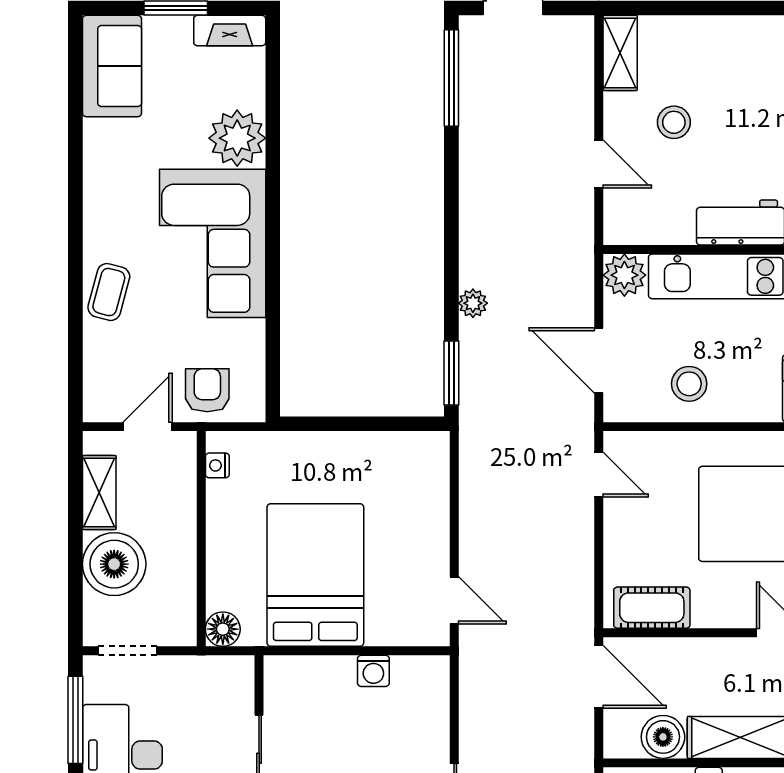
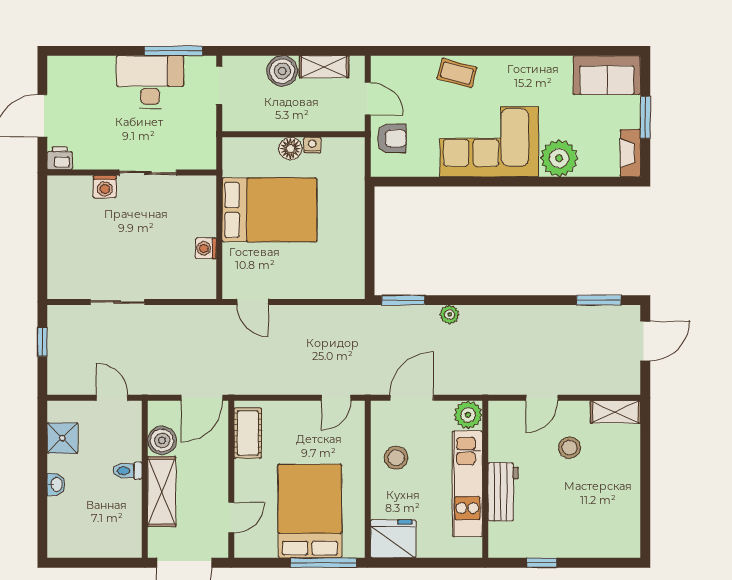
window: (451, 78) -> (599, 300), width x0.69
nightstand: (217, 465) -> (312, 145), moved
boiler: (114, 564) -> (282, 71), width x0.73, depth x0.73
door: (454, 600) -> (253, 302), hinge flipped
floor lamp: (223, 629) -> (291, 149), moved

